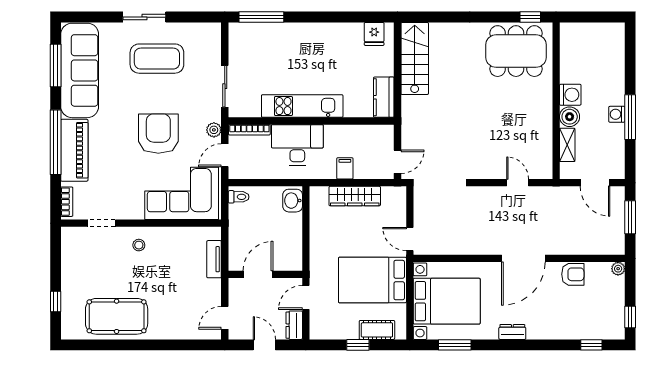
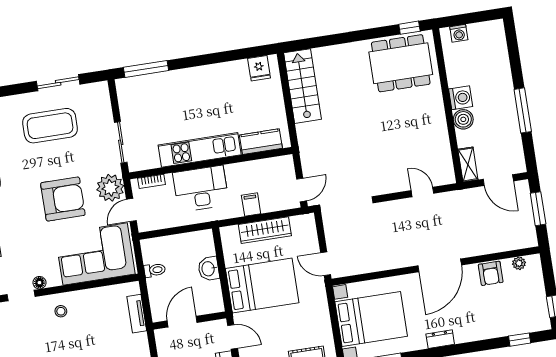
sliding door: (144, 17) -> (58, 83), moved
kitchen counter: (384, 97) -> (261, 142), moved, turned 90
washing machine: (617, 114) -> (459, 33), moved, turned -90
plant: (214, 130) -> (110, 188), width x1.87, depth x1.87
bookcase: (249, 130) -> (152, 181), width x0.64
armchair: (158, 134) -> (63, 199), turned 90
shelving: (567, 145) -> (468, 164), moved
toilet: (239, 197) -> (155, 270), moved
washbasin: (293, 201) -> (209, 269), moved
floor lamp: (122, 213) -> (39, 283), added
plant: (618, 269) -> (519, 263), moved
armchair: (573, 274) -> (491, 273), turned 90
bed: (372, 280) -> (262, 286), moved, turned 180
door: (306, 297) -> (233, 337), swing flipped

